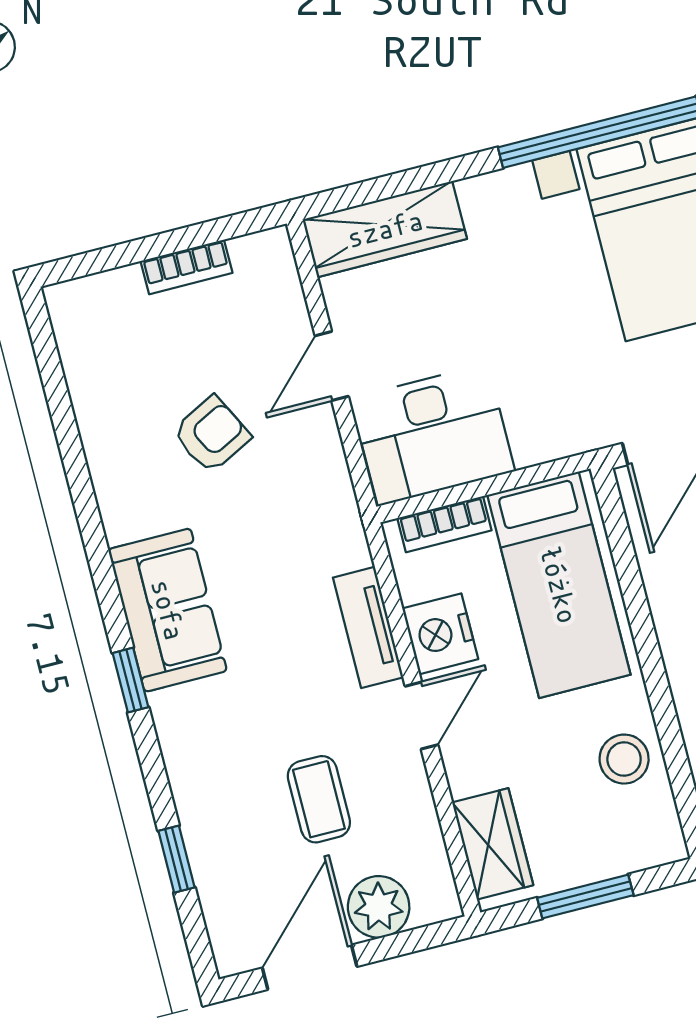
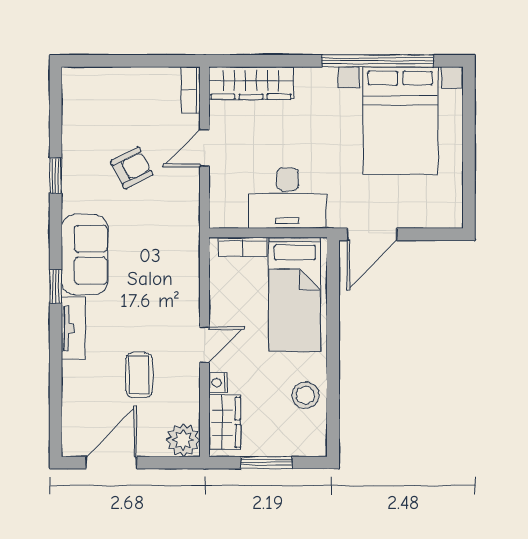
bookcase: (187, 267) -> (191, 90), moved, turned 90
desk: (433, 435) -> (288, 198), moved
tv unit: (368, 627) -> (73, 328), moved, turned 180
nightstand: (440, 634) -> (218, 383), moved, width x0.53, depth x0.56
window: (176, 859) -> (56, 176), moved
plant: (379, 907) -> (183, 440), moved

